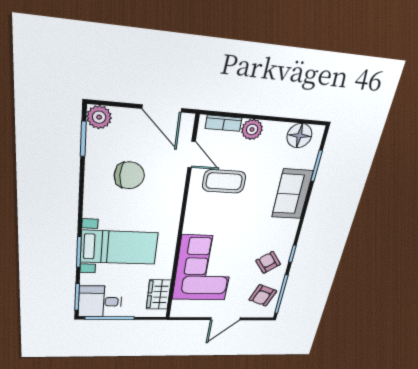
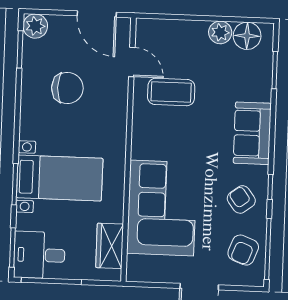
bookcase: (224, 123) -> (162, 26), removed
plant: (252, 129) -> (220, 32), moved
sofa: (292, 194) -> (252, 133), moved

